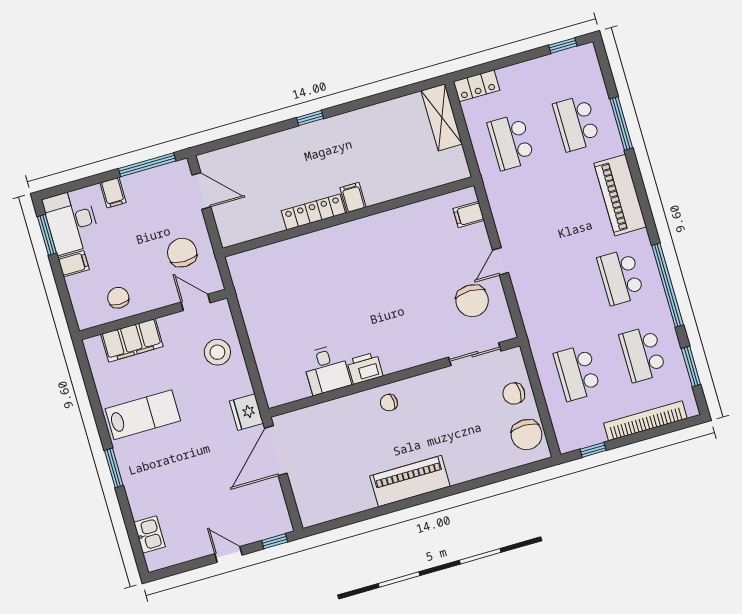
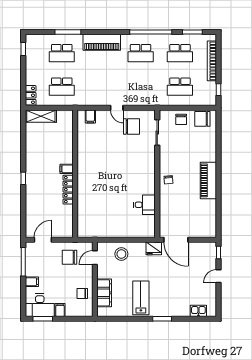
printer: (365, 368) -> (149, 186), removed
chair: (527, 435) -> (202, 119), turned 180

